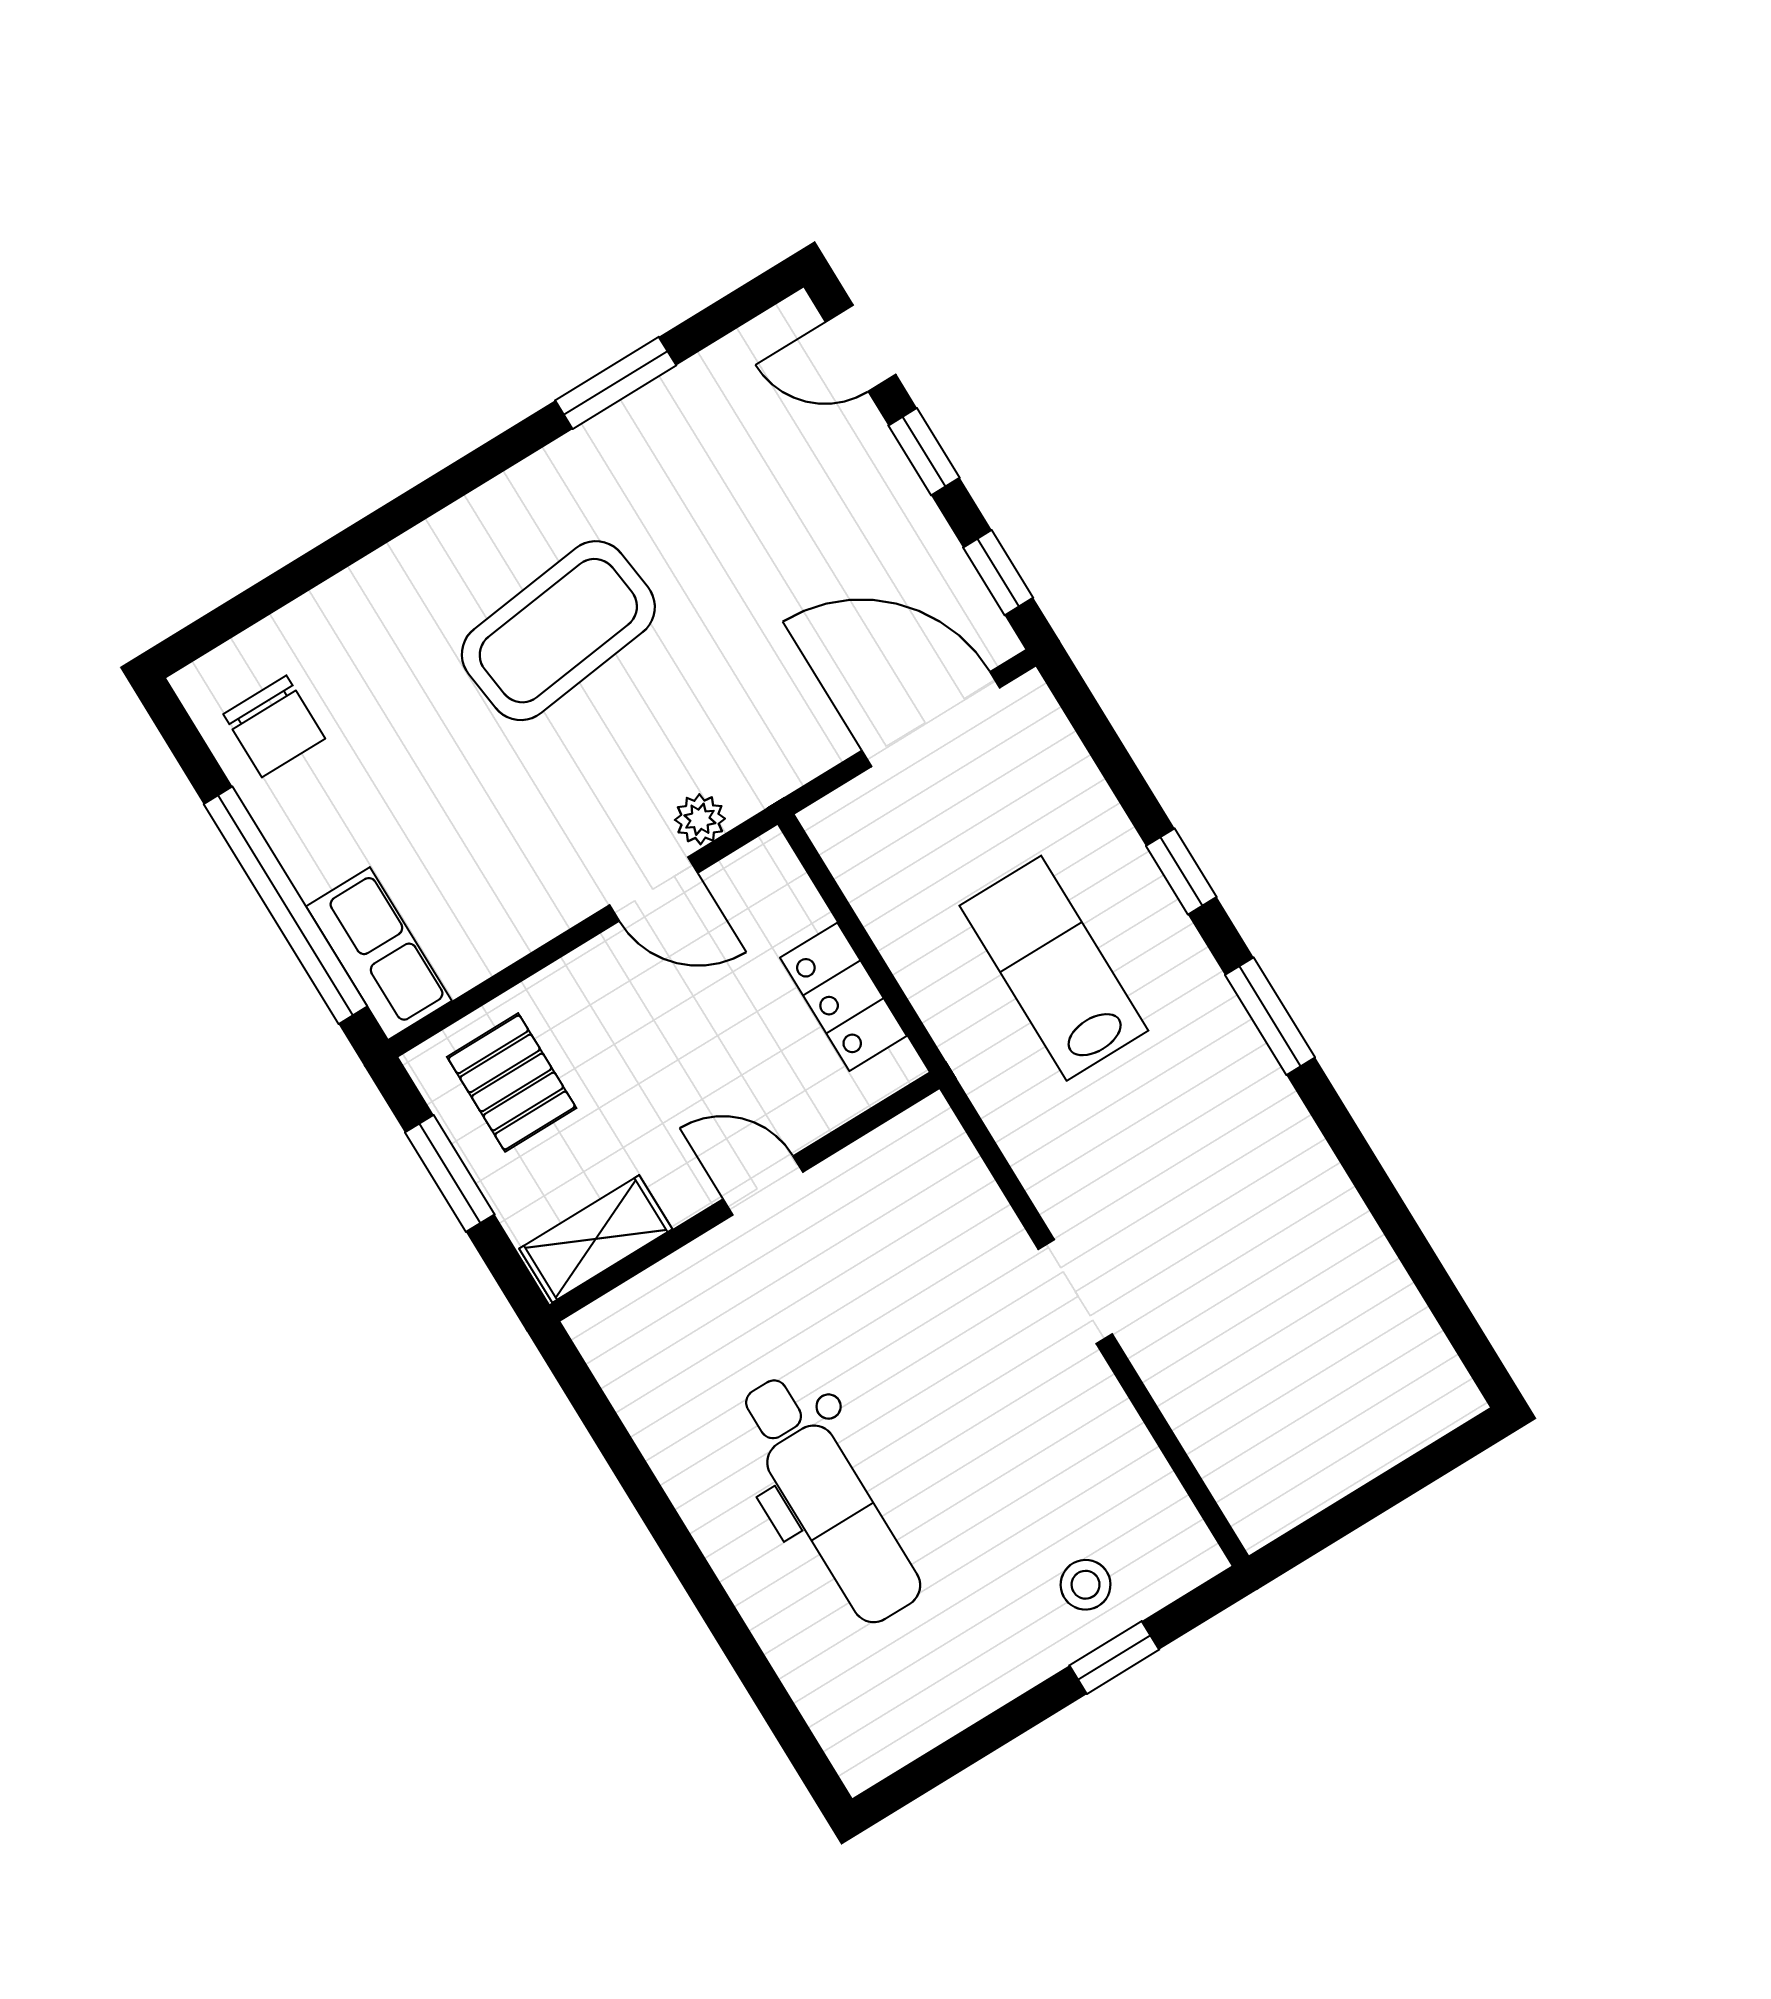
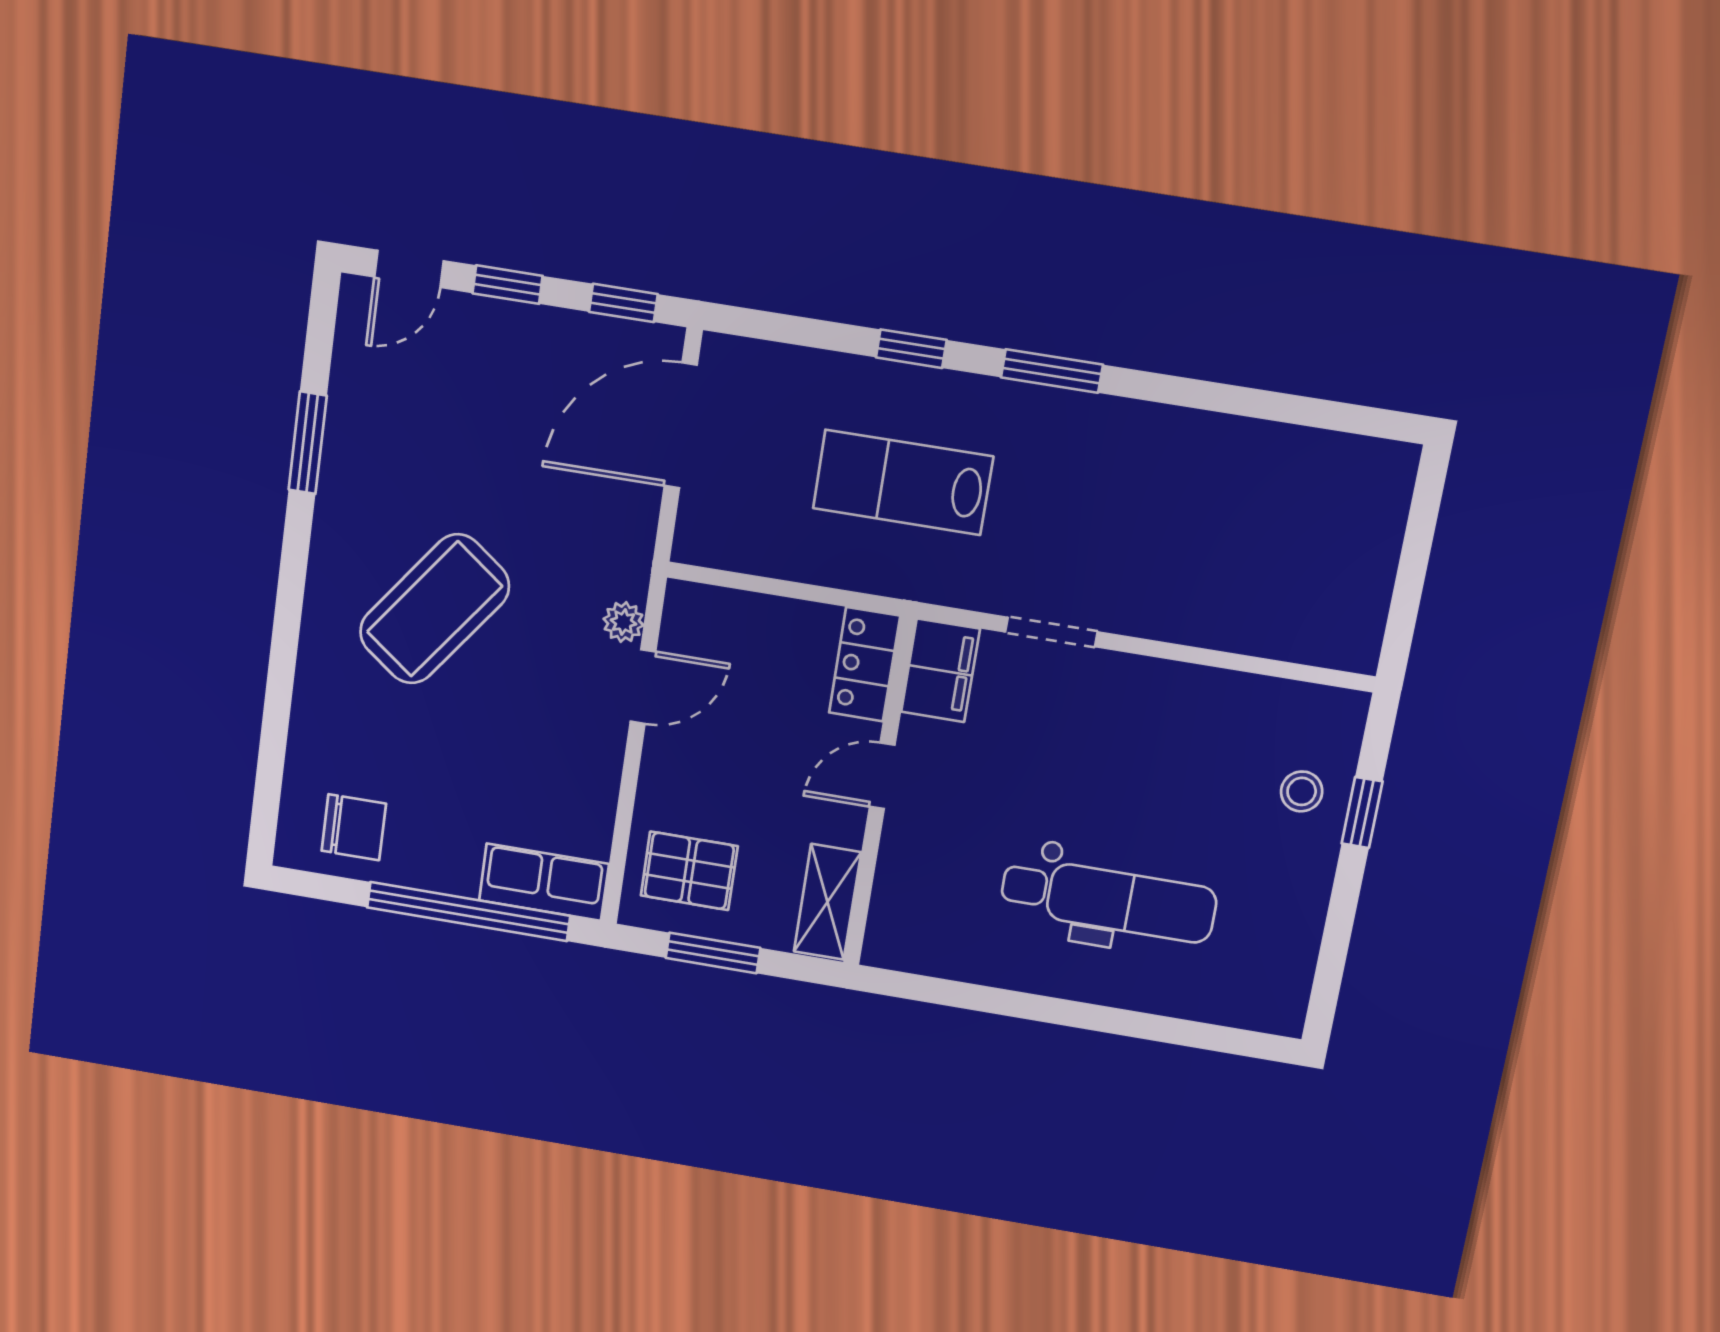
coffee table: (558, 631) -> (434, 609), turned 44
locker: (843, 997) -> (865, 664), moved, turned 90
filing cabinet: (910, 1153) -> (940, 670), added
doorway: (1075, 1292) -> (1051, 632), moved

